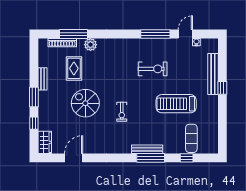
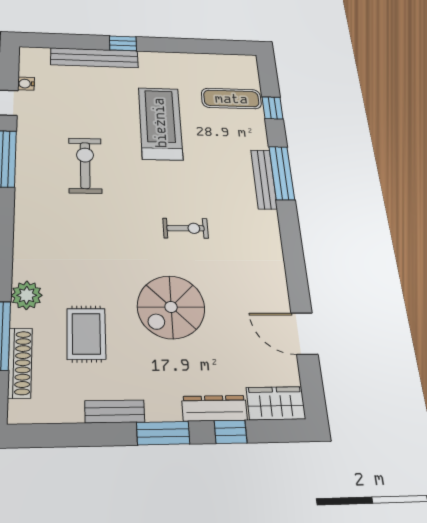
rug: (74, 68) -> (86, 334), turned 90
treadmill: (176, 104) -> (160, 123), turned 180
dresser: (43, 118) -> (214, 408), added

